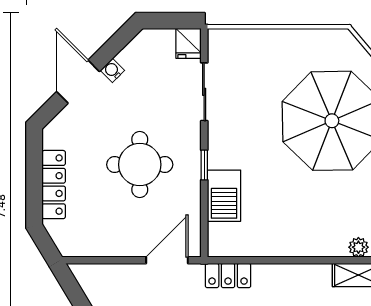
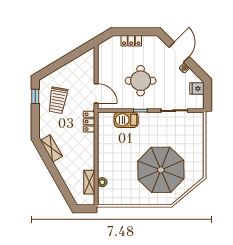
fridge: (188, 43) -> (197, 89), moved
door: (78, 82) -> (179, 52), hinge flipped
locker: (54, 185) -> (131, 41), width x0.66

